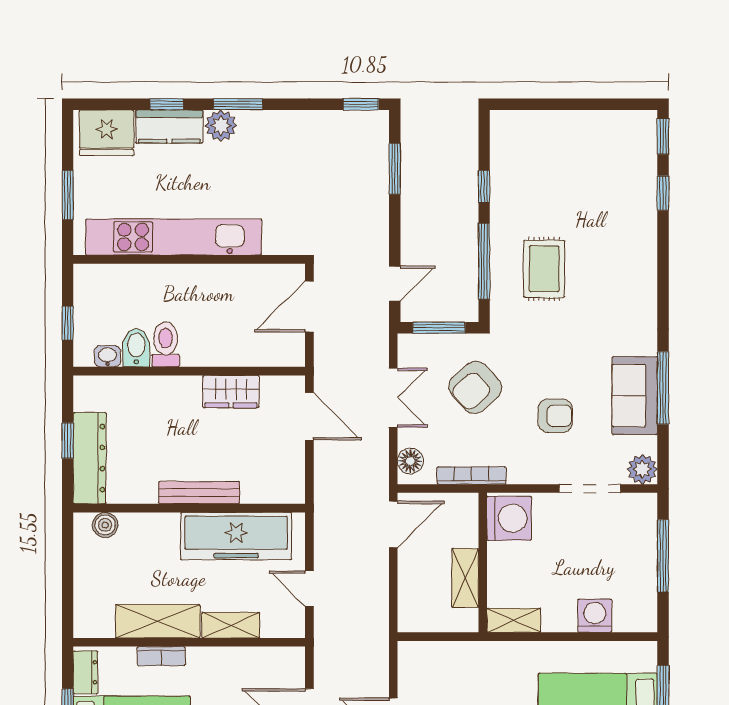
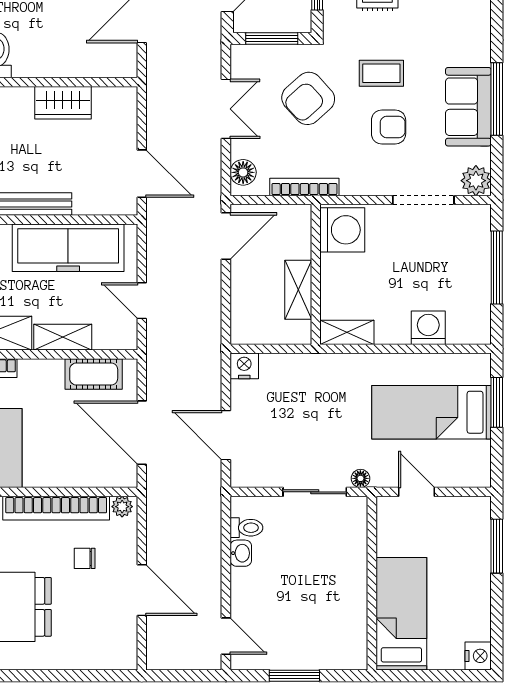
coffee table: (548, 362) -> (381, 73), added
door: (309, 416) -> (142, 174), moved
nightstand: (411, 654) -> (244, 366), added
cot: (262, 662) -> (94, 374), added

